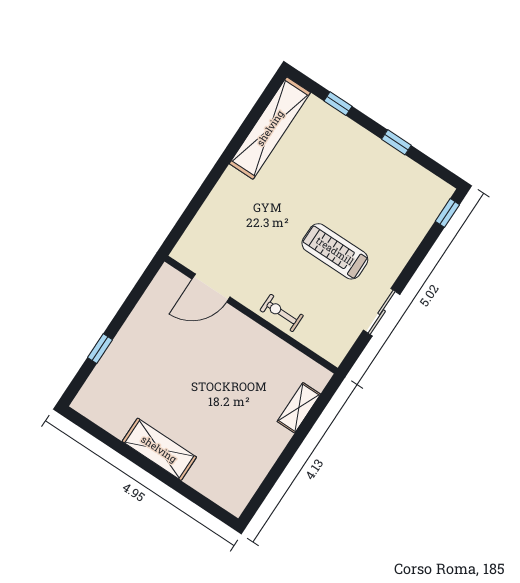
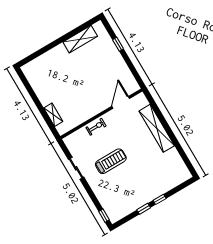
window: (338, 104) -> (160, 199), moved
shelving: (270, 128) -> (157, 128), moved
shelving: (159, 449) -> (80, 39), moved

